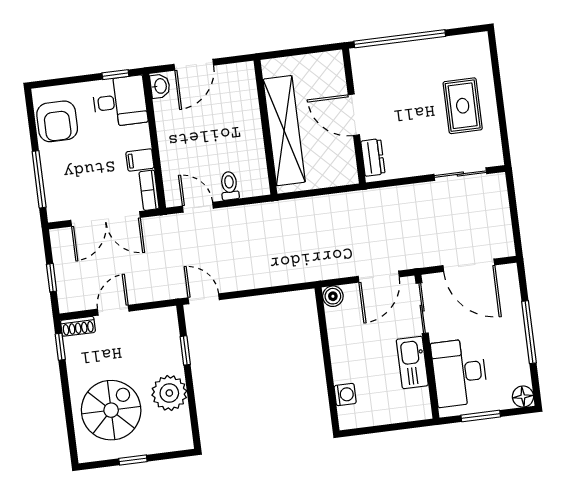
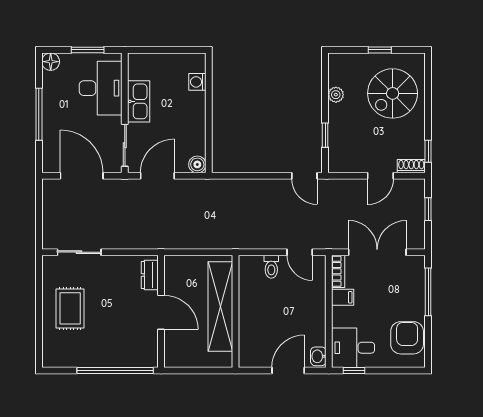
plant: (169, 393) -> (336, 95), width x0.53, depth x0.53

